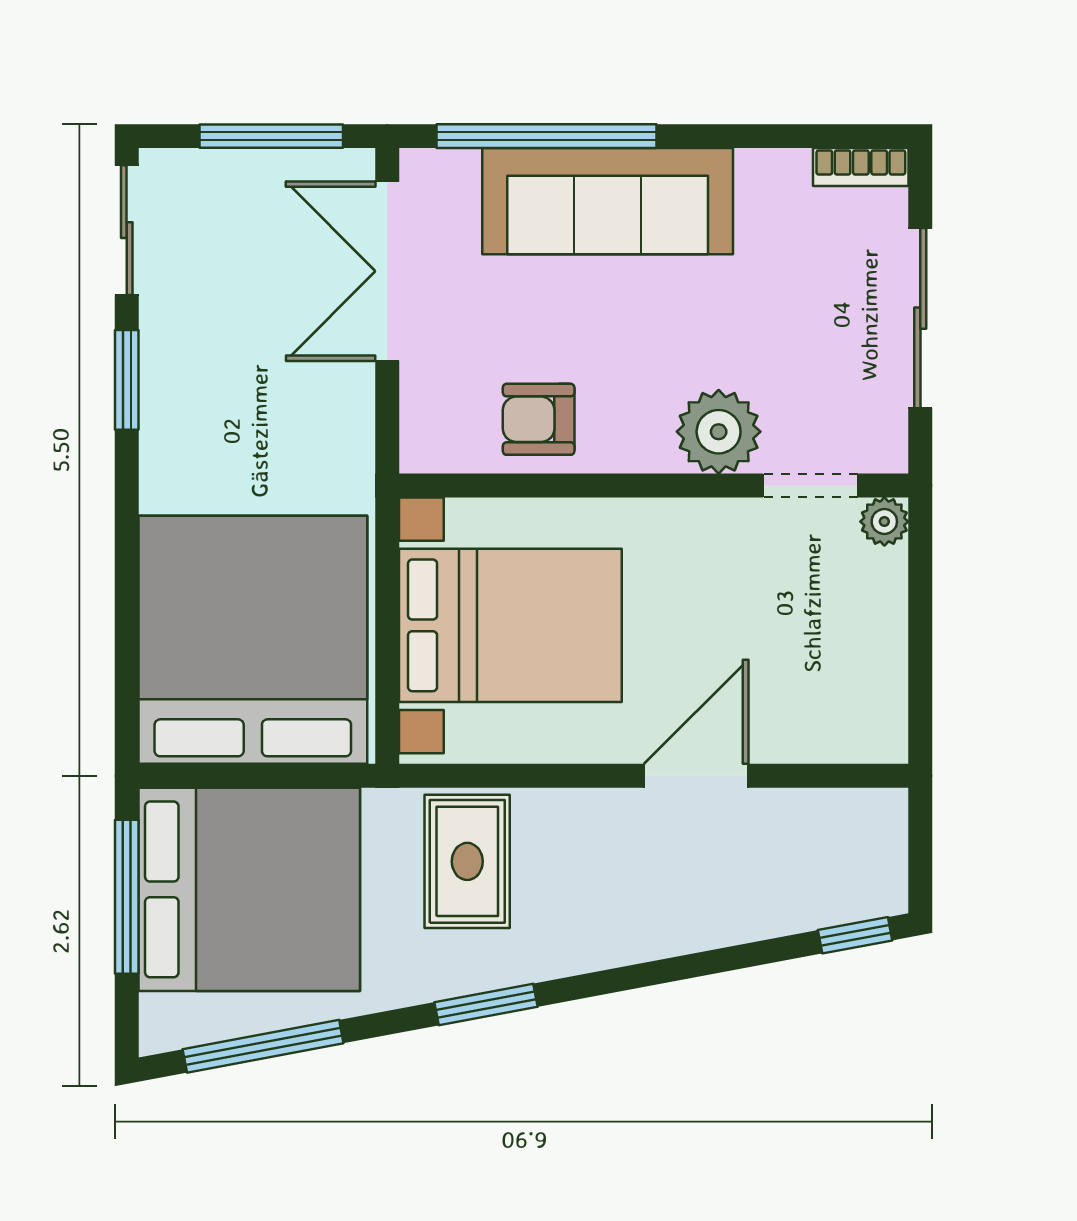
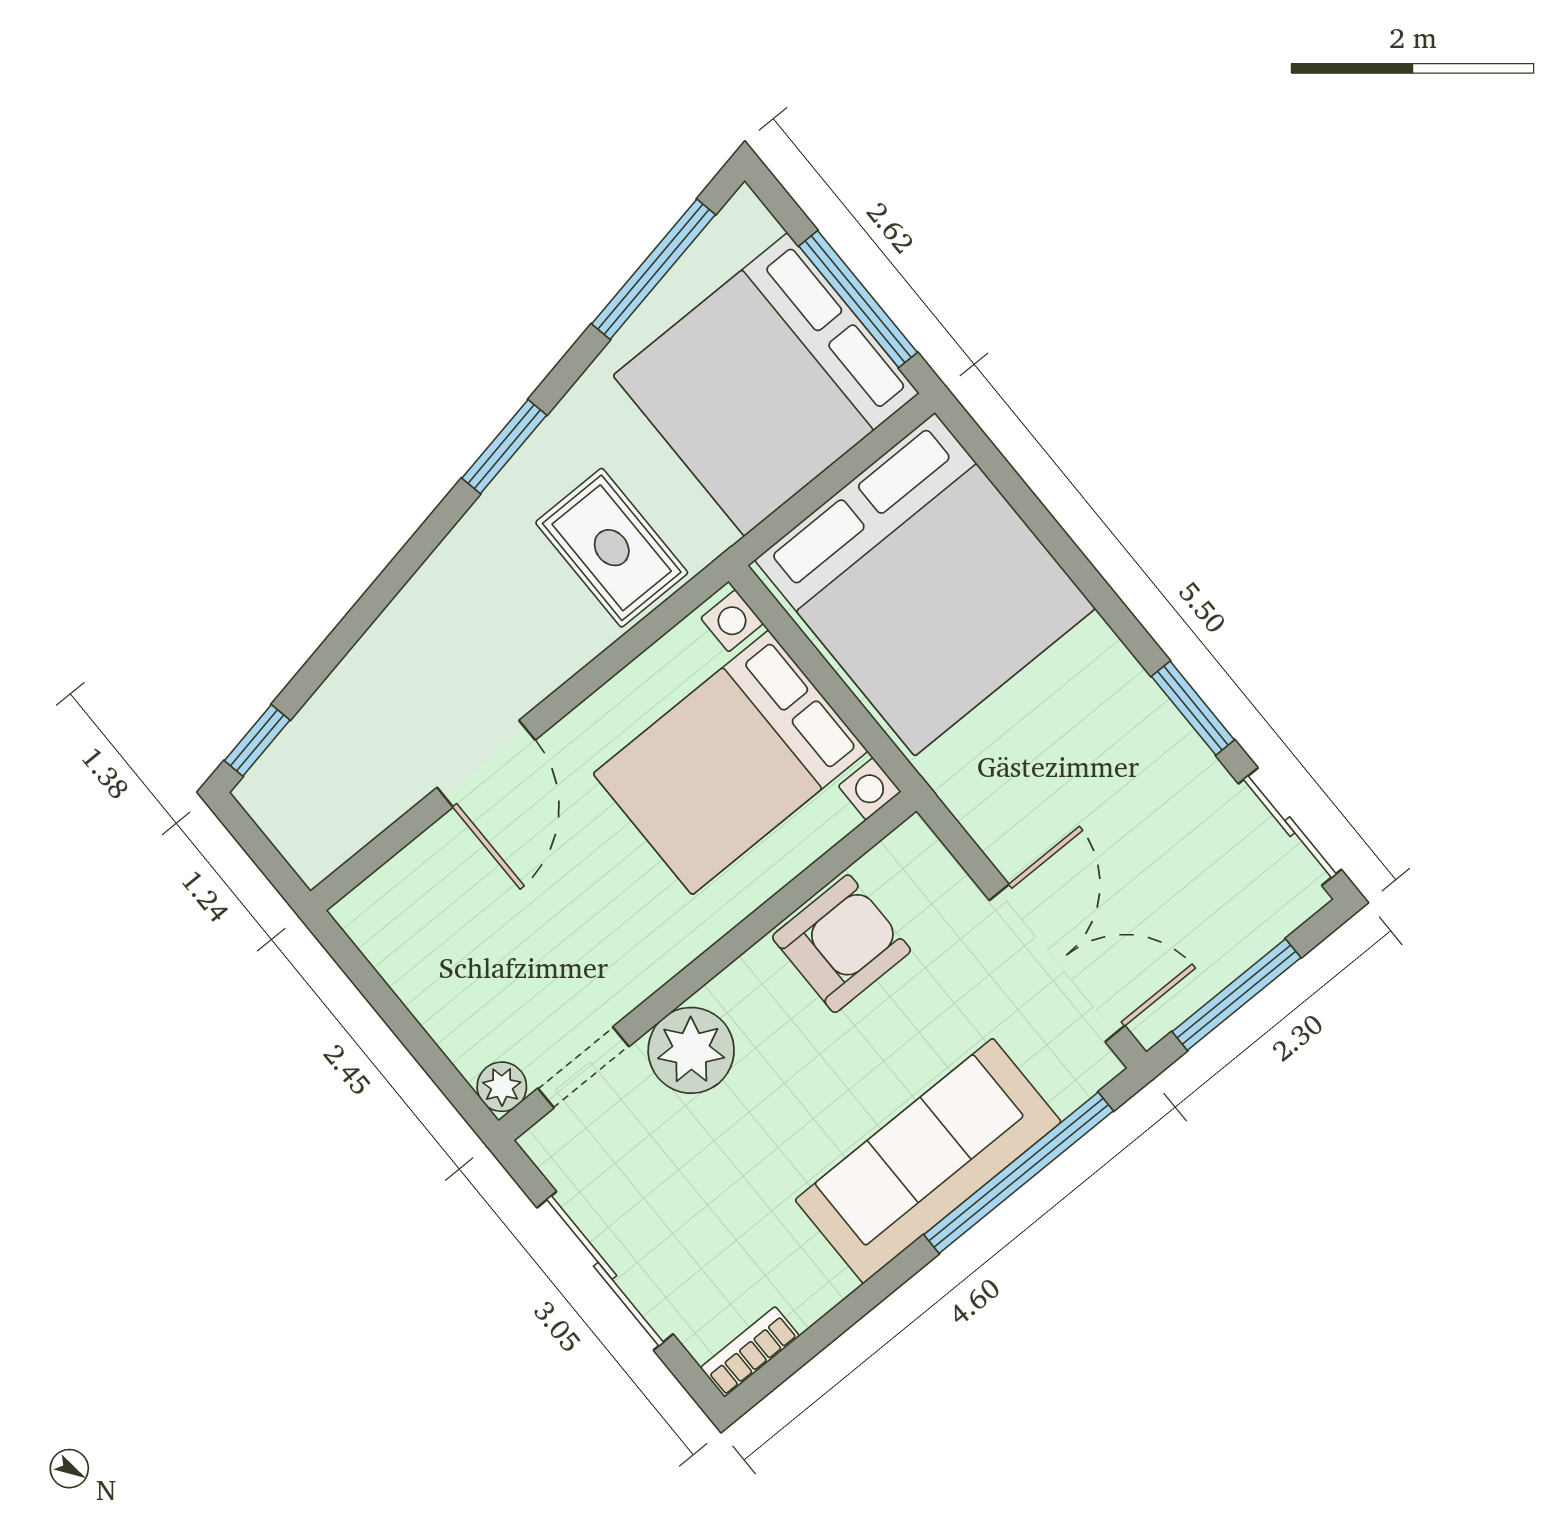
armchair: (539, 419) -> (841, 944), width x1.38, depth x1.38

